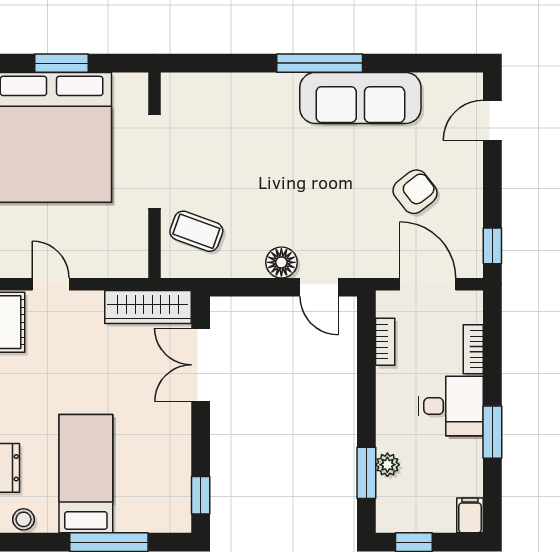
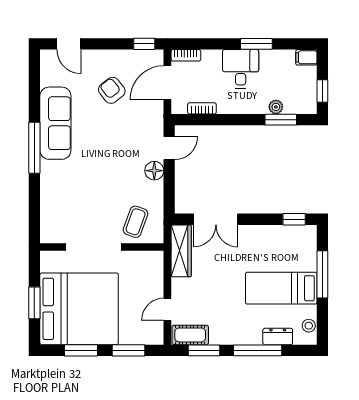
bookcase: (473, 349) -> (186, 55), moved

